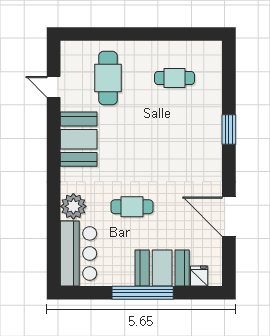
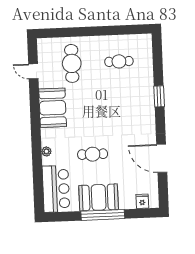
plant: (73, 206) -> (46, 151), width x0.53, depth x0.53
booth: (162, 268) -> (99, 197), moved

